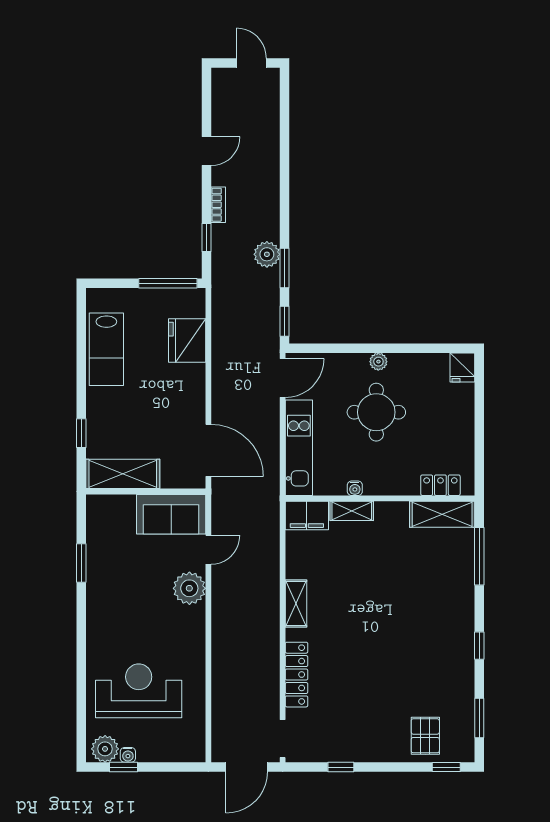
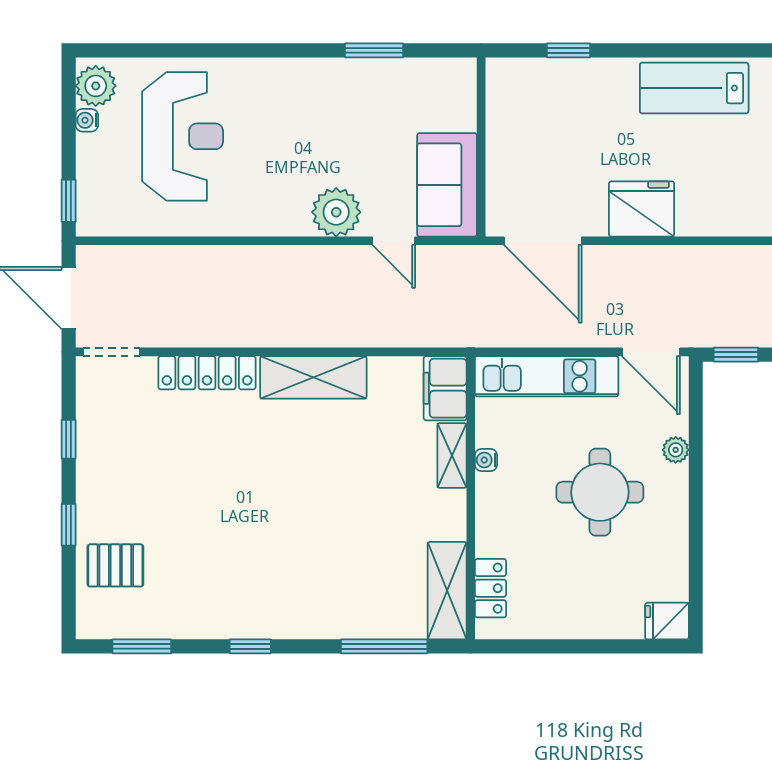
fridge: (187, 340) -> (642, 209), moved
plant: (378, 362) -> (676, 450), moved
door: (208, 450) -> (543, 241), hinge flipped
shelving: (123, 474) -> (507, 113), removed
shelving: (296, 604) -> (313, 377), width x1.50, depth x1.33
window: (124, 767) -> (69, 201), moved
window: (446, 767) -> (69, 525), moved

